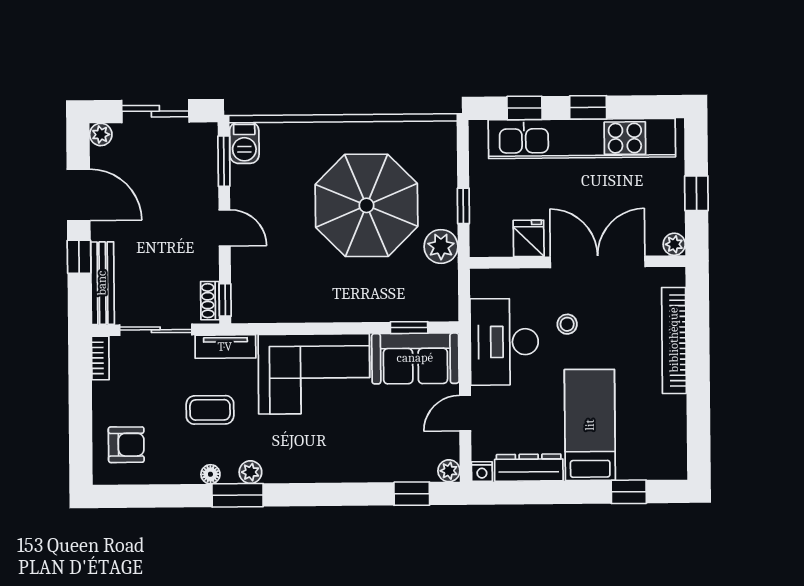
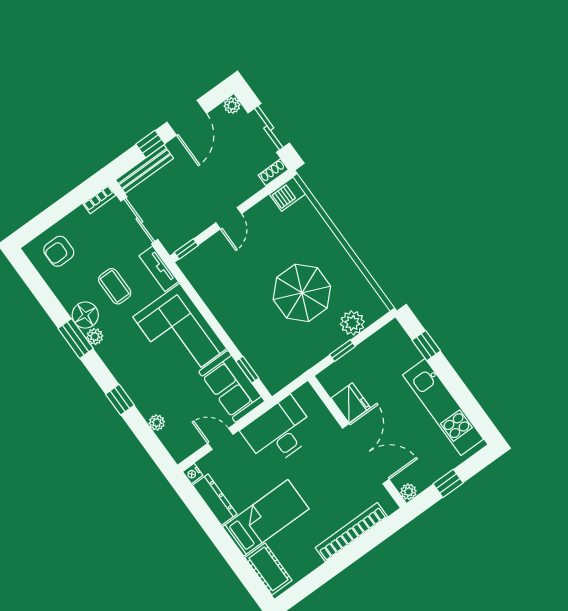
window: (588, 107) -> (453, 383), removed
kitchen unit: (582, 138) -> (443, 407), width x0.73
window: (224, 161) -> (268, 190), removed
parasol: (366, 205) -> (302, 293), width x0.73, depth x0.73
fridge: (529, 238) -> (351, 403), width x1.38
plant: (441, 246) -> (352, 323), moved
shoe rack: (210, 301) -> (273, 172), moved
stool: (567, 324) -> (316, 462), removed
armchair: (126, 445) -> (59, 251), turned 90
cot: (649, 463) -> (268, 569), added
plant: (449, 471) -> (157, 423), moved
floor lamp: (210, 474) -> (85, 315), width x1.89, depth x1.89
window: (629, 492) -> (243, 569), removed
window: (412, 494) -> (120, 400), moved

